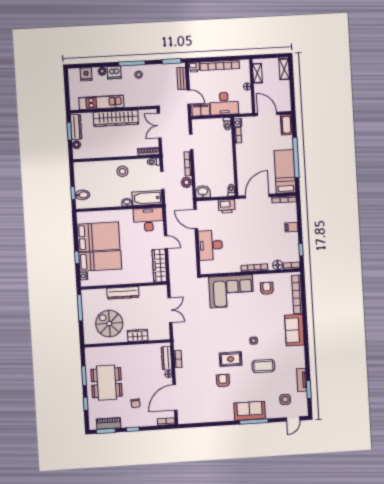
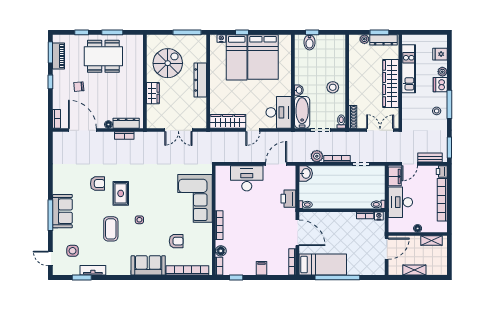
shelving: (284, 69) -> (414, 270), moved
cot: (287, 125) -> (374, 269), removed
armchair: (267, 288) -> (176, 241), moved

